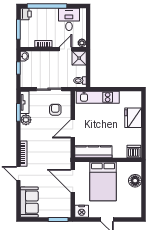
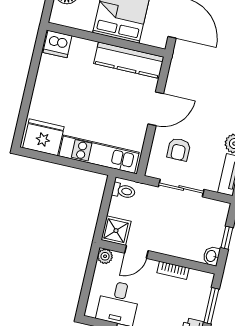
fridge: (133, 118) -> (43, 137), moved, turned -90

